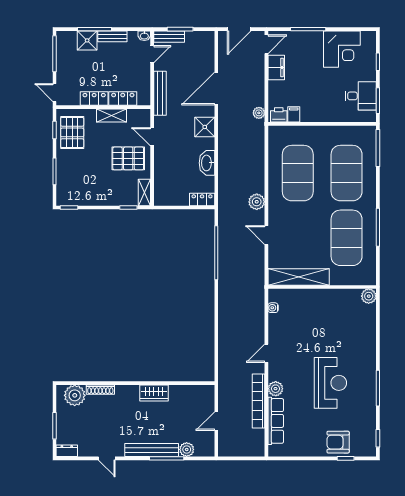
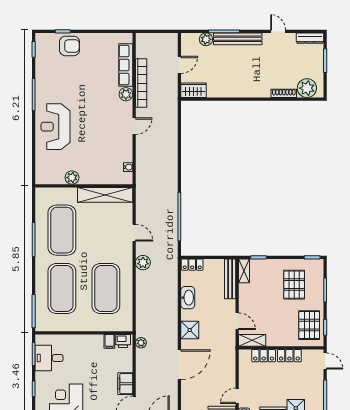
bench: (160, 93) -> (230, 279), moved
shelving: (111, 116) -> (252, 340), moved
pallet: (128, 158) -> (294, 285), moved, turned 90
plant: (369, 296) -> (72, 178), moved
reception desk: (330, 383) -> (55, 127), moved
wardrobe: (154, 393) -> (194, 90), moved
dresser: (67, 451) -> (310, 38), width x1.44

